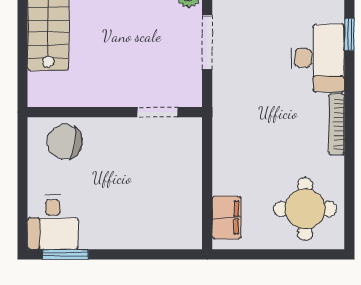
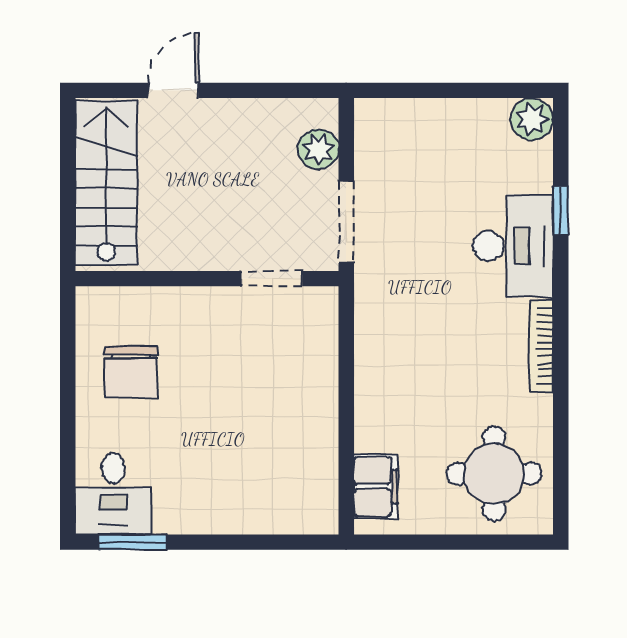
wall: (115, 112) -> (207, 279), moved
doorway: (158, 112) -> (271, 279), moved
chair: (64, 142) -> (131, 372), turned -99

